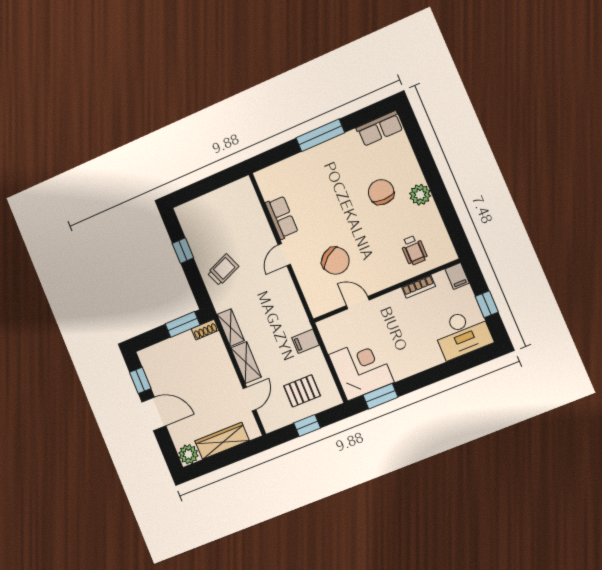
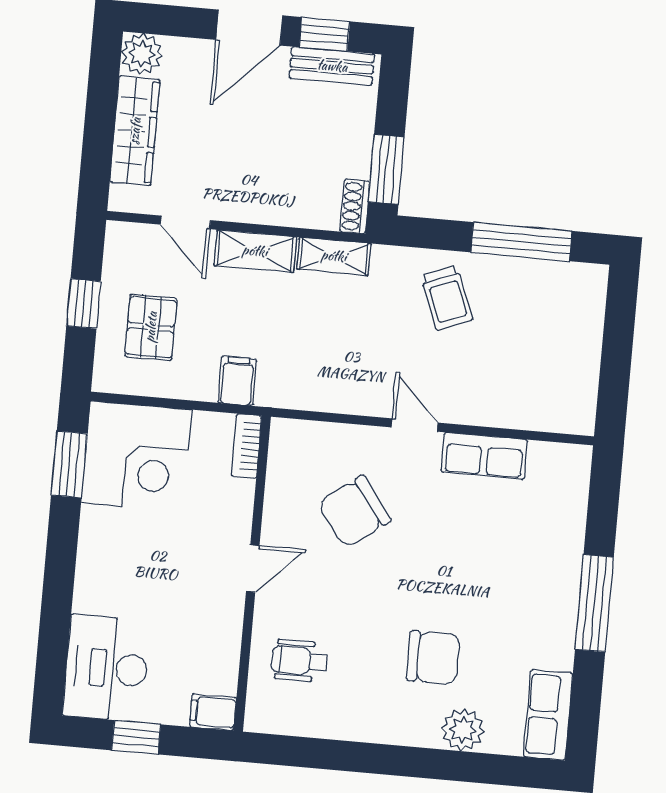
plant: (420, 195) -> (463, 730), moved
window: (183, 251) -> (521, 242), width x2.17
bookcase: (418, 287) -> (246, 446), moved
door: (358, 303) -> (253, 569), moved
bench: (152, 370) -> (332, 66), added

